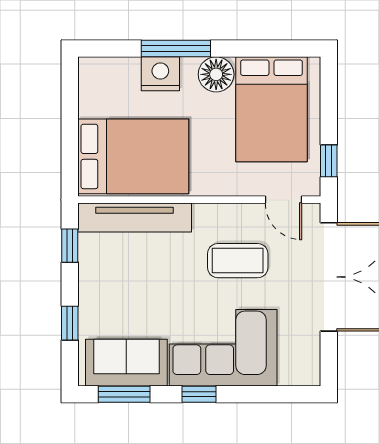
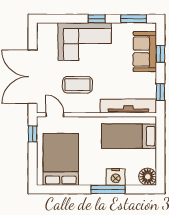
floor lamp: (216, 74) -> (148, 177), moved
bed: (133, 156) -> (129, 136), width x0.67
sofa: (126, 363) -> (145, 52), moved, turned 90

